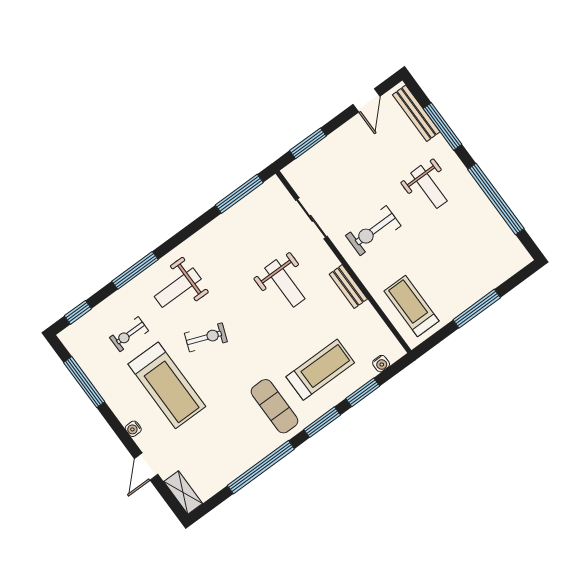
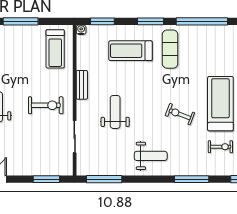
weight bench: (178, 288) -> (151, 156), moved
water cooler: (381, 364) -> (81, 30), moved
window: (363, 392) -> (102, 21), moved

